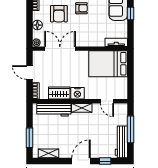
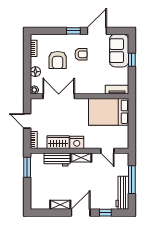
workbench: (54, 110) -> (57, 159), width x0.73
window: (29, 138) -> (27, 167), moved
shelving: (49, 153) -> (60, 205), moved

